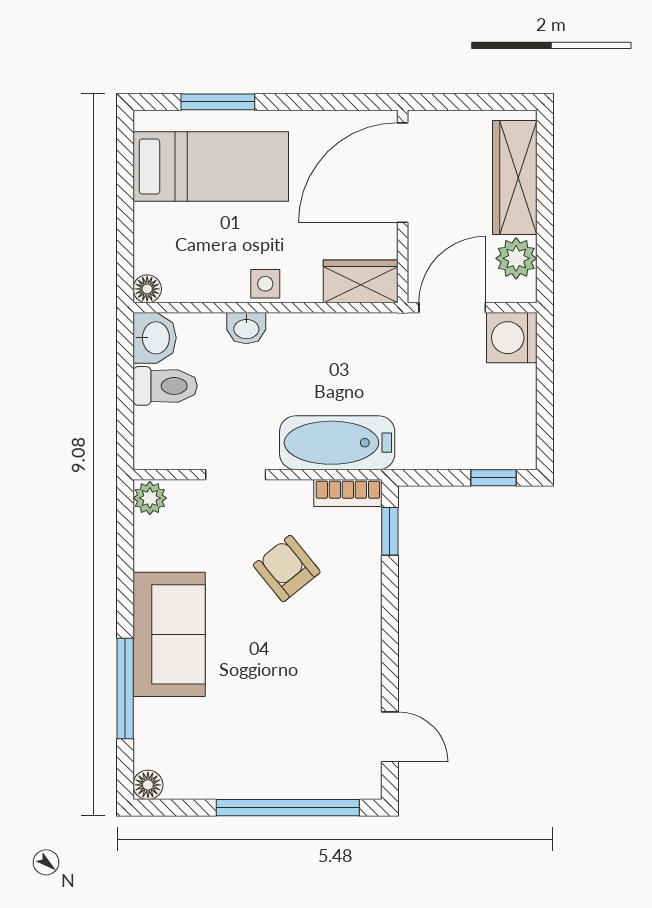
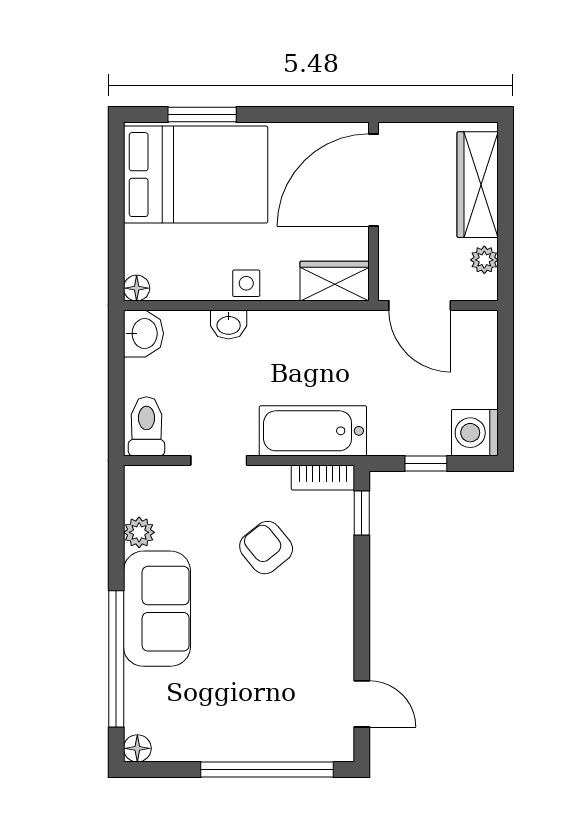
bed: (211, 167) -> (196, 175), width x1.50
plant: (516, 258) -> (484, 260), width x0.73, depth x0.73
door: (452, 308) -> (420, 306), swing flipped
washing machine: (512, 338) -> (475, 433), moved
toilet: (165, 386) -> (146, 426), moved, turned -90
window: (493, 478) -> (426, 463), moved
plant: (150, 498) -> (139, 532), moved
window: (125, 688) -> (116, 659), width x1.46

